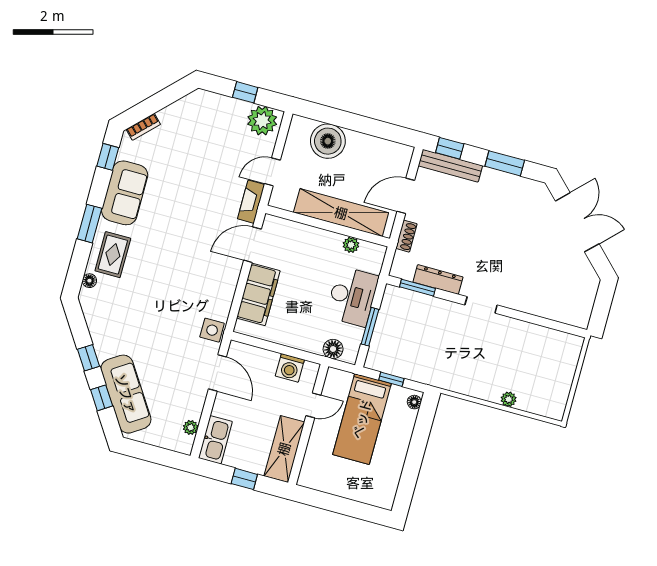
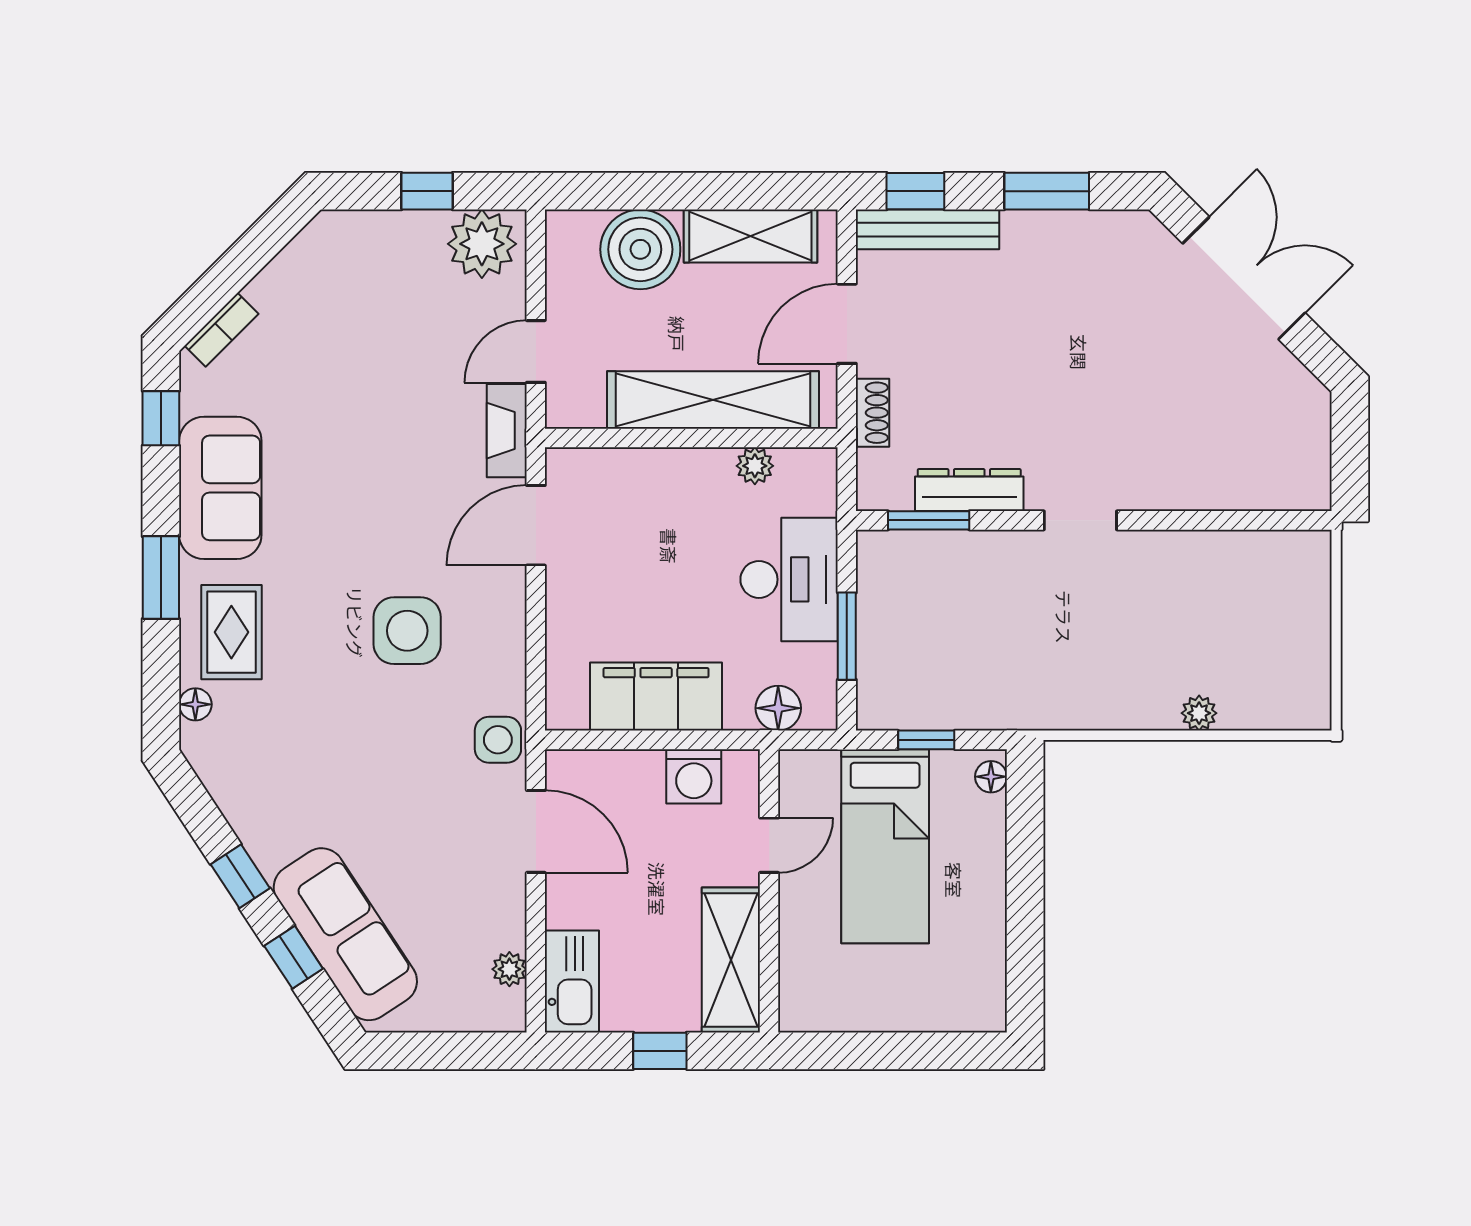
shelving: (375, 148) -> (750, 236), added
side table: (187, 274) -> (407, 631), added
filing cabinet: (258, 294) -> (656, 697), moved, turned -90

